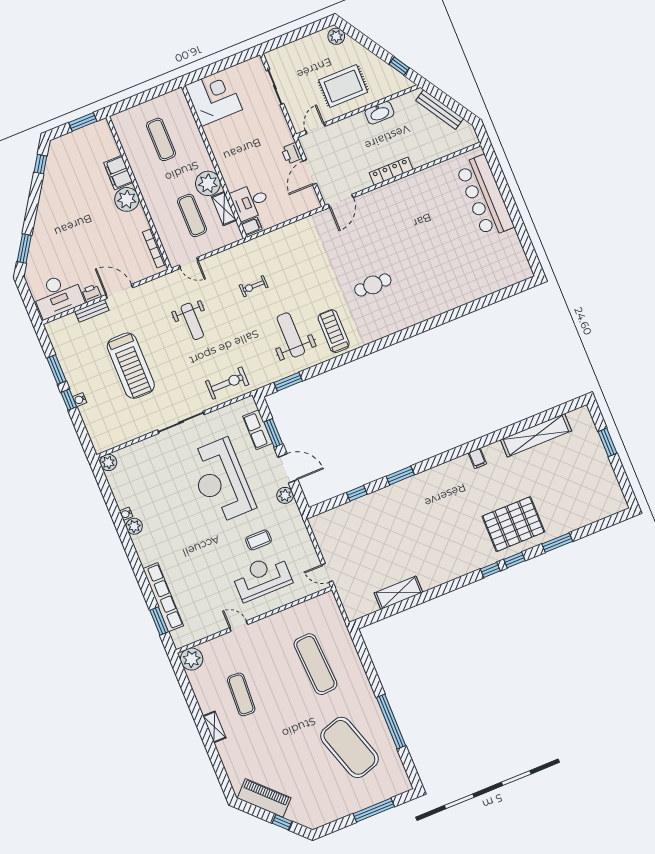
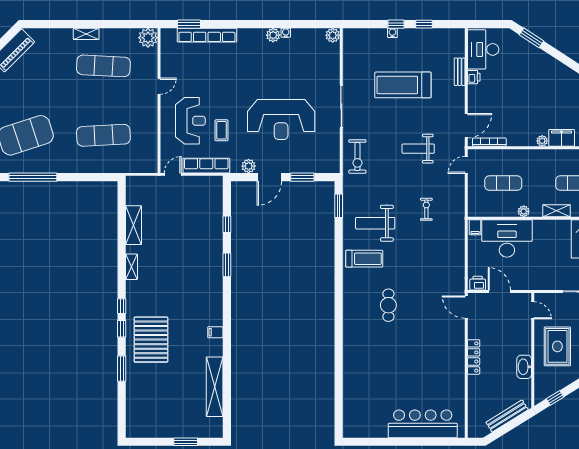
printer: (292, 153) -> (478, 283), moved
plant: (208, 183) -> (524, 211), width x0.53, depth x0.53
plant: (127, 199) -> (542, 141), width x0.53, depth x0.53
desk: (250, 202) -> (507, 238), width x1.87, depth x1.30
shelving: (224, 209) -> (557, 211), moved
door: (119, 291) -> (466, 126), moved
weight bench: (291, 335) -> (375, 223), turned 180
window: (56, 370) -> (424, 24), width x0.67
row of seats: (258, 430) -> (206, 166), moved, width x1.48
reception desk: (221, 481) -> (281, 119), turned 180
shelving: (444, 577) -> (131, 267), added
exercise mat: (241, 694) -> (103, 66), width x1.36, depth x1.45

